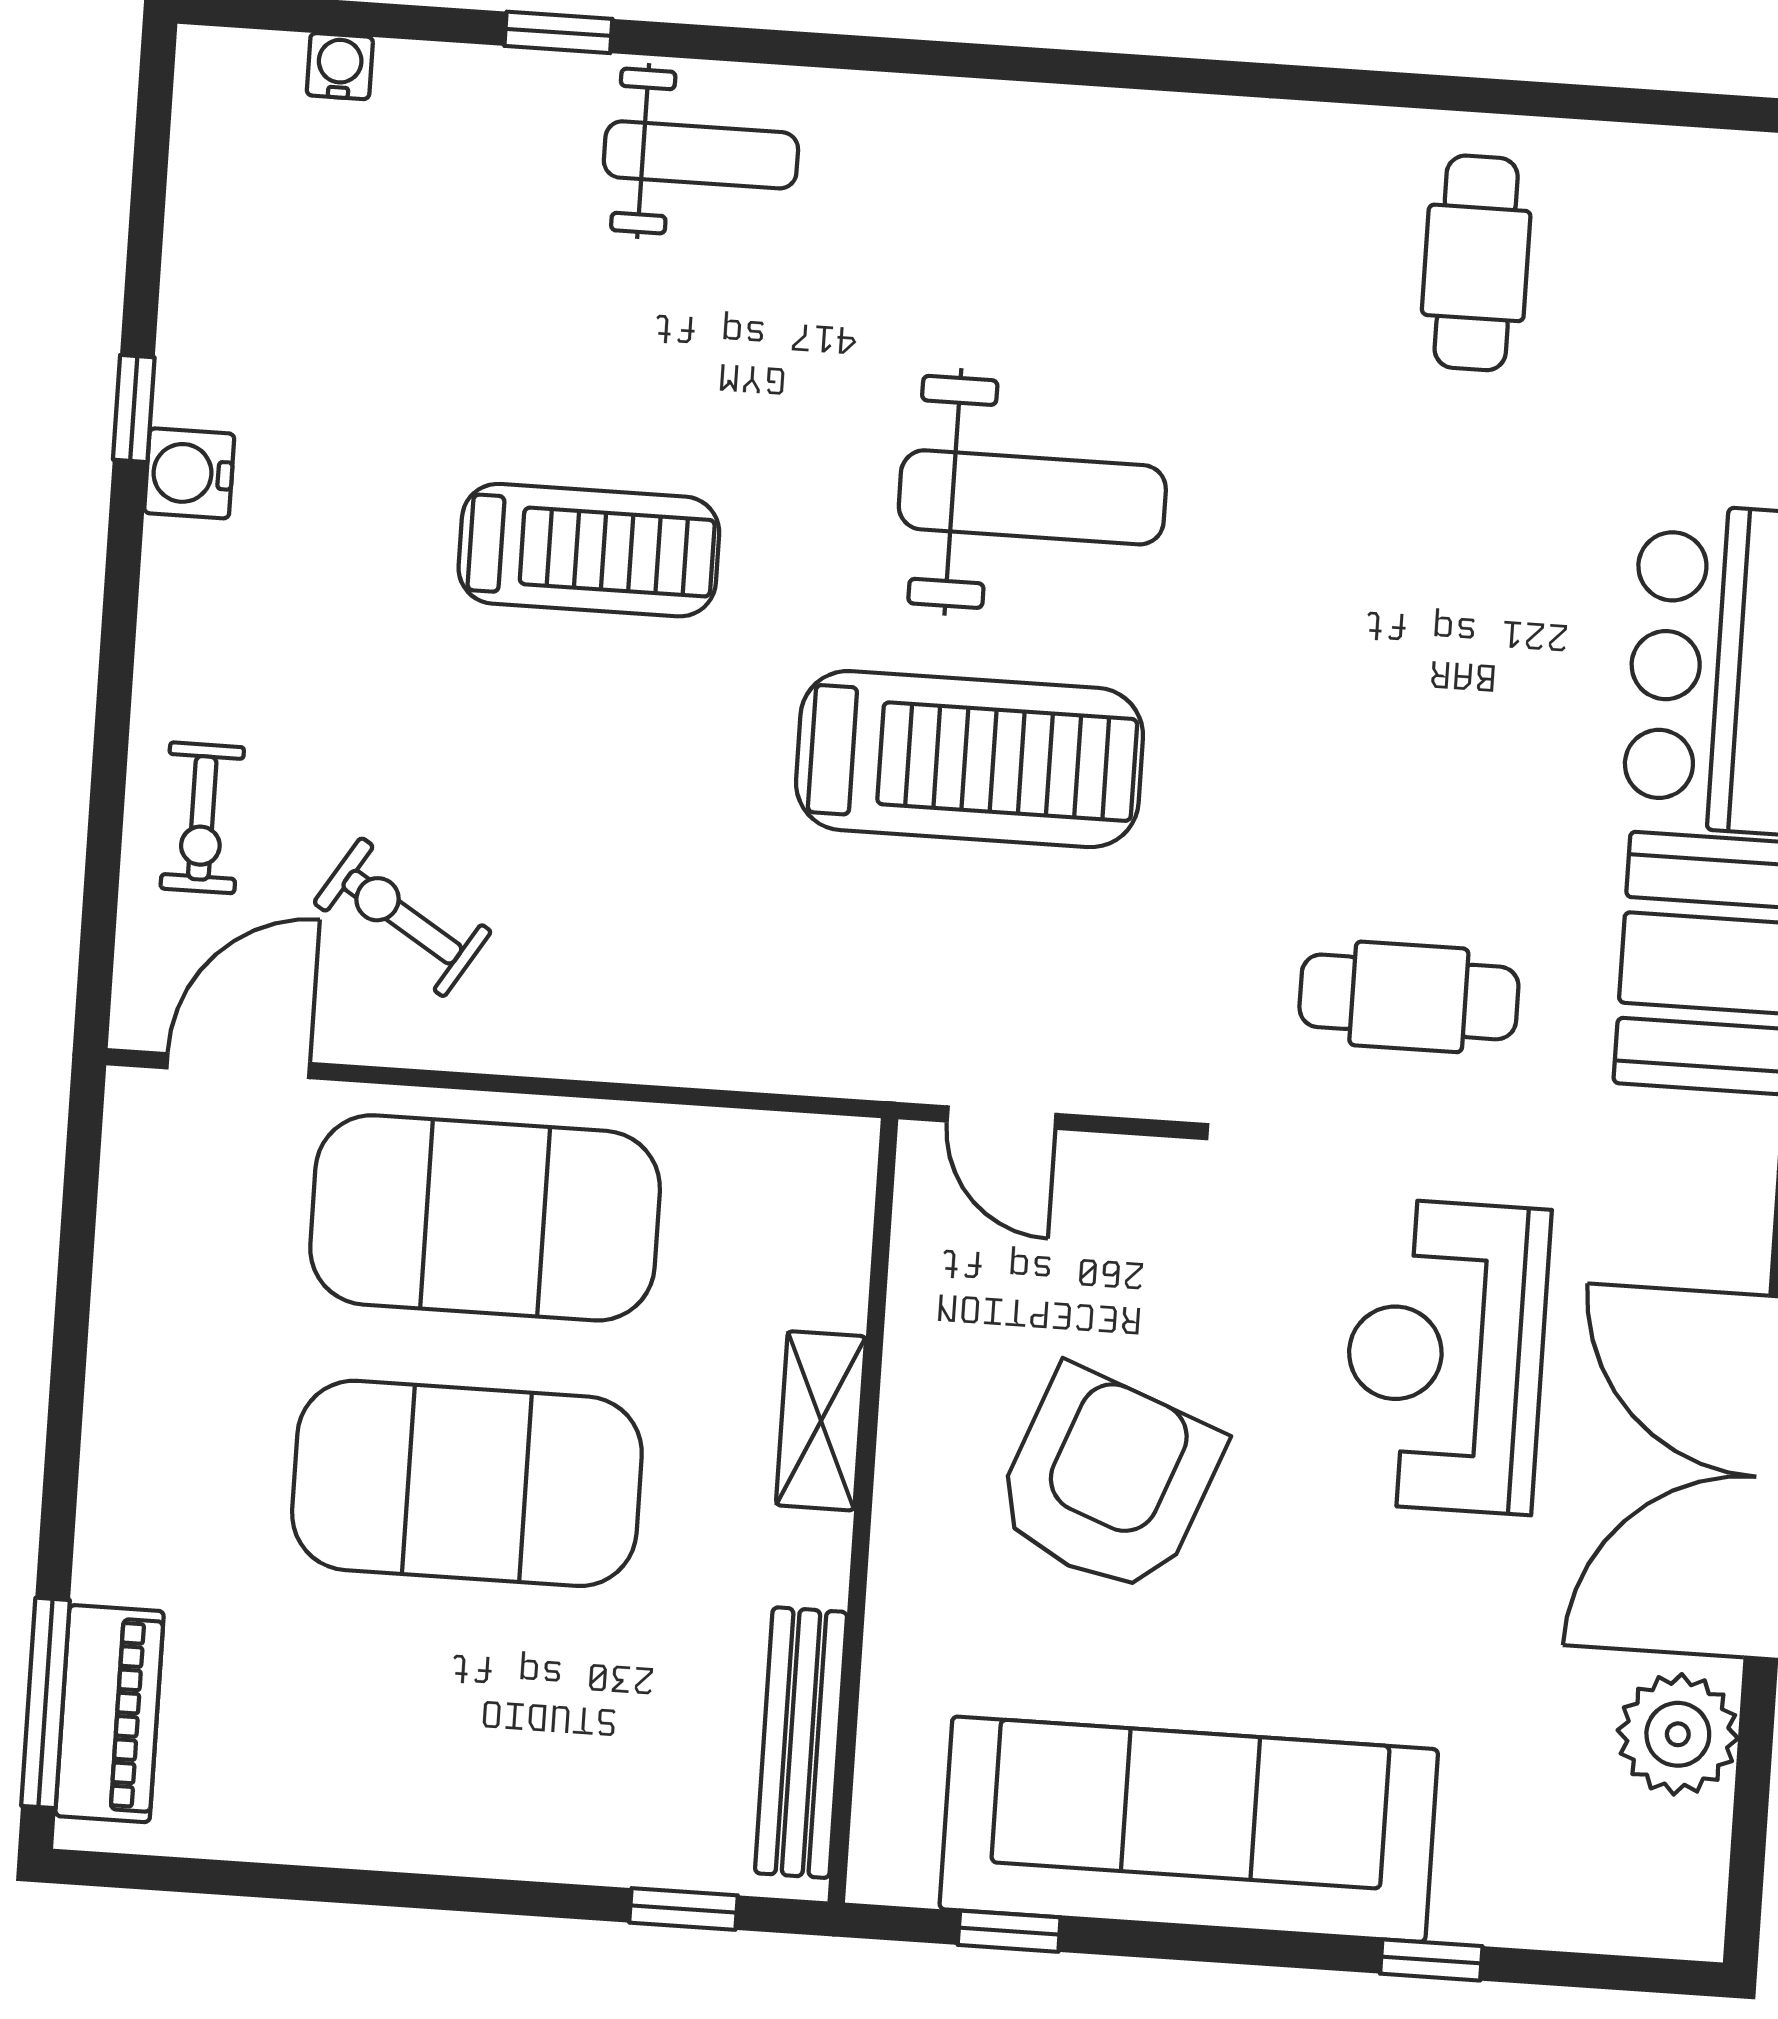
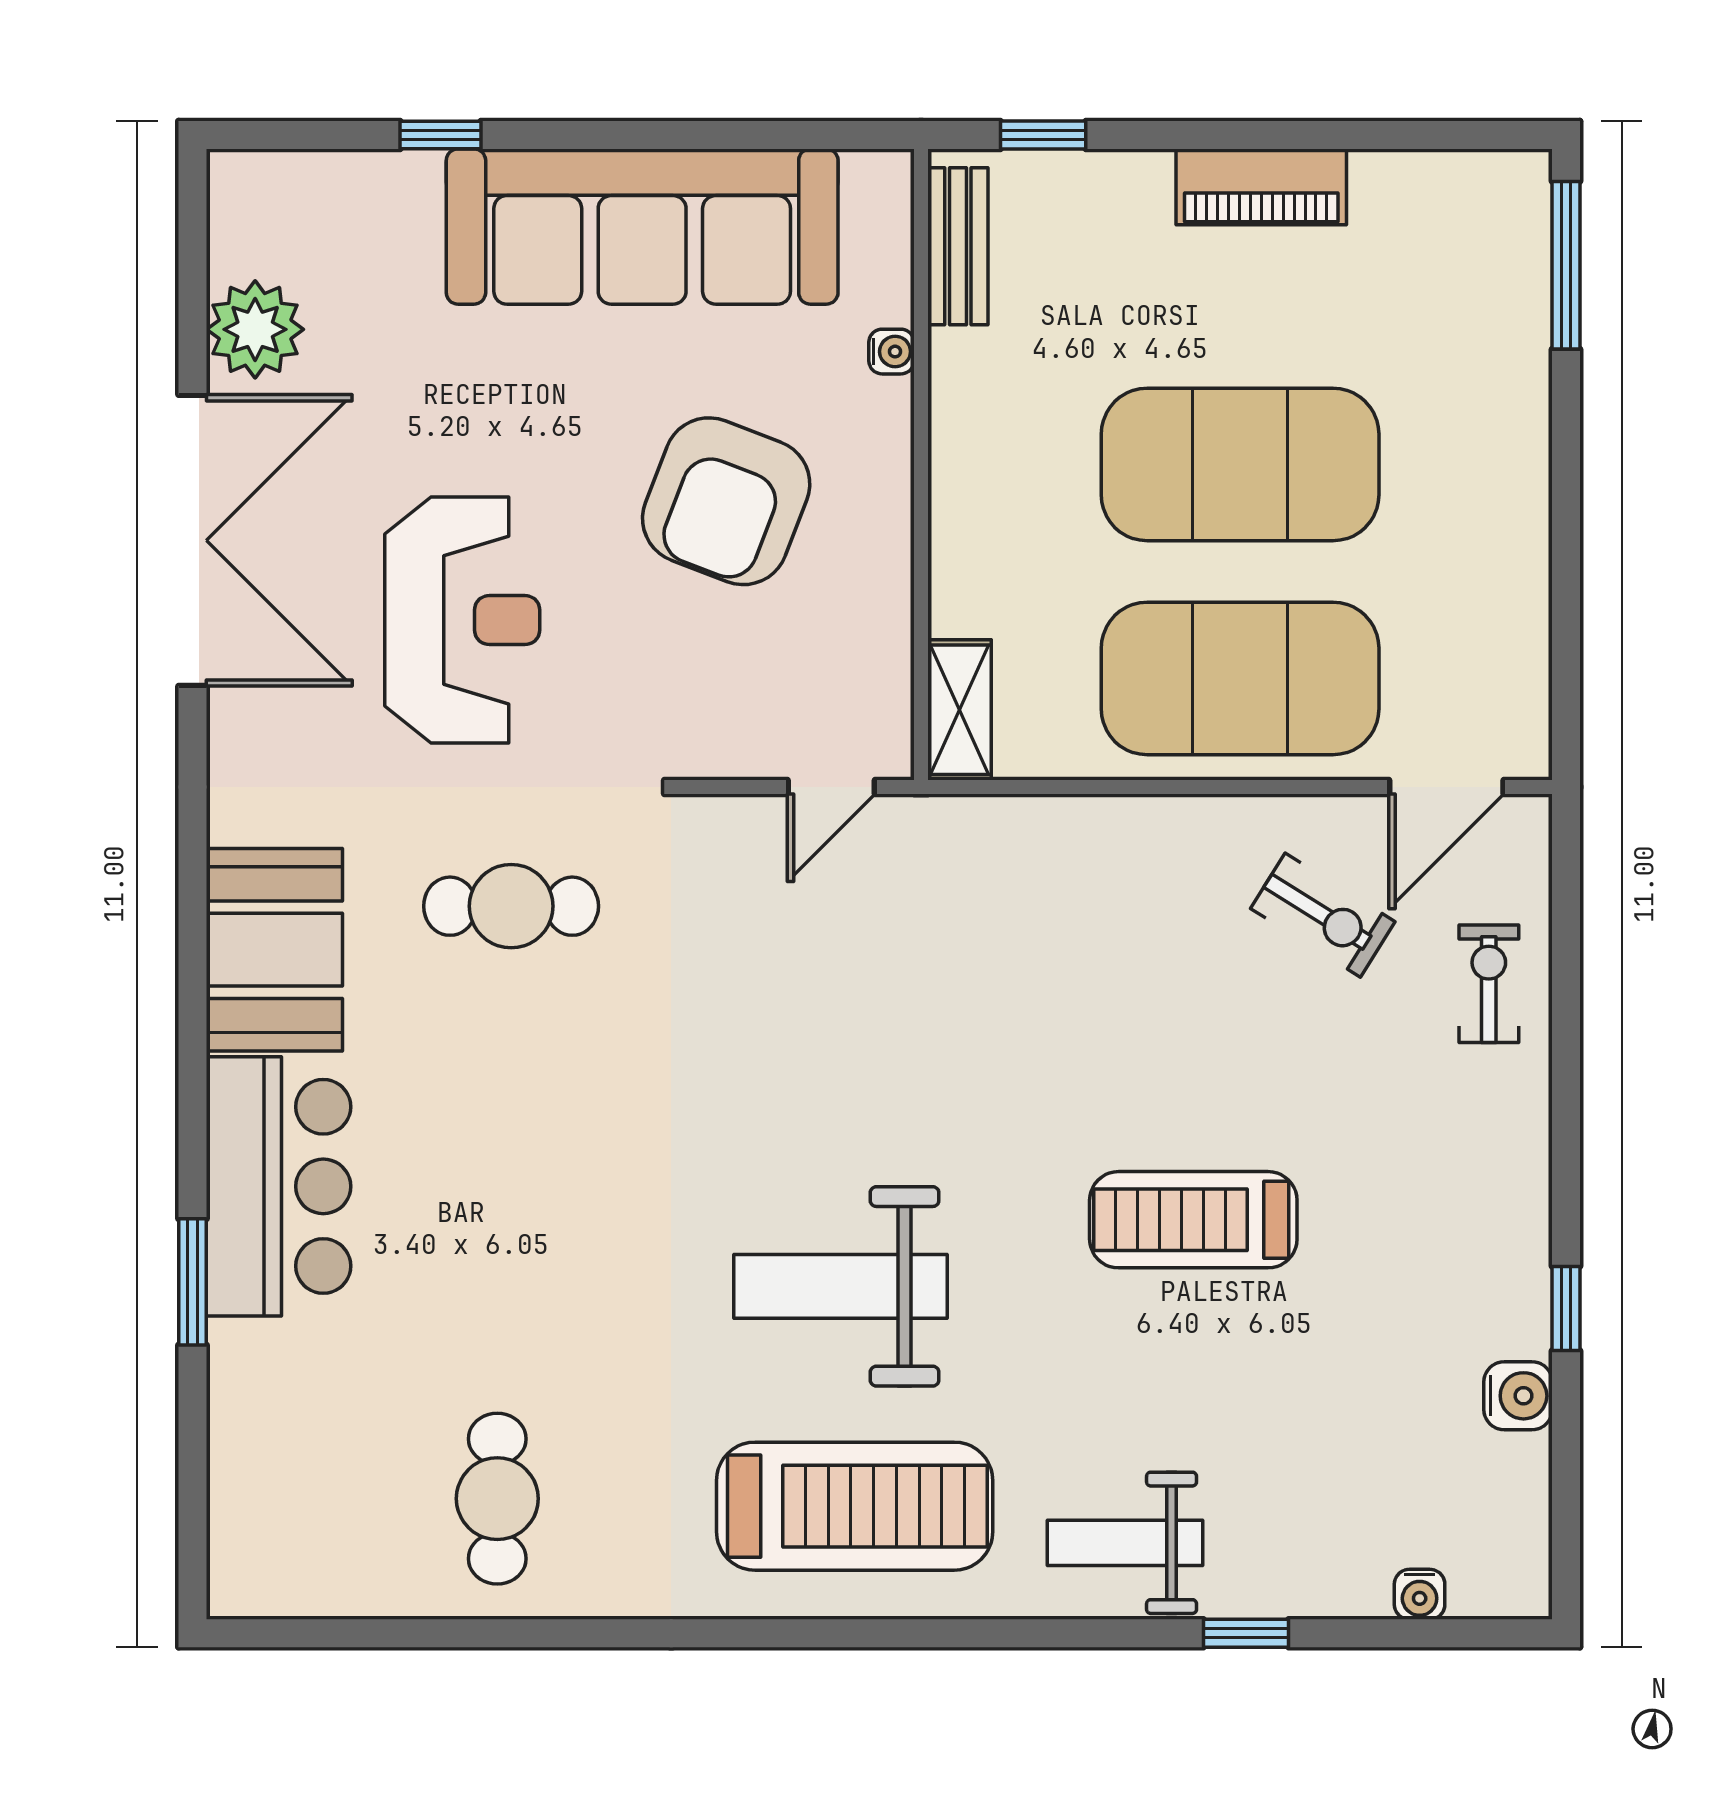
water cooler: (189, 473) -> (1518, 1396), moved
treadmill: (969, 759) -> (855, 1506), moved, turned 180
door: (1002, 1118) -> (831, 787), swing flipped
shelving: (821, 1421) -> (960, 710), moved
water cooler: (890, 1653) -> (891, 352), added
piano: (110, 1714) -> (1261, 187), moved, turned -90
bench: (801, 1743) -> (958, 246), width x0.73
window: (1009, 1931) -> (781, 135), removed

